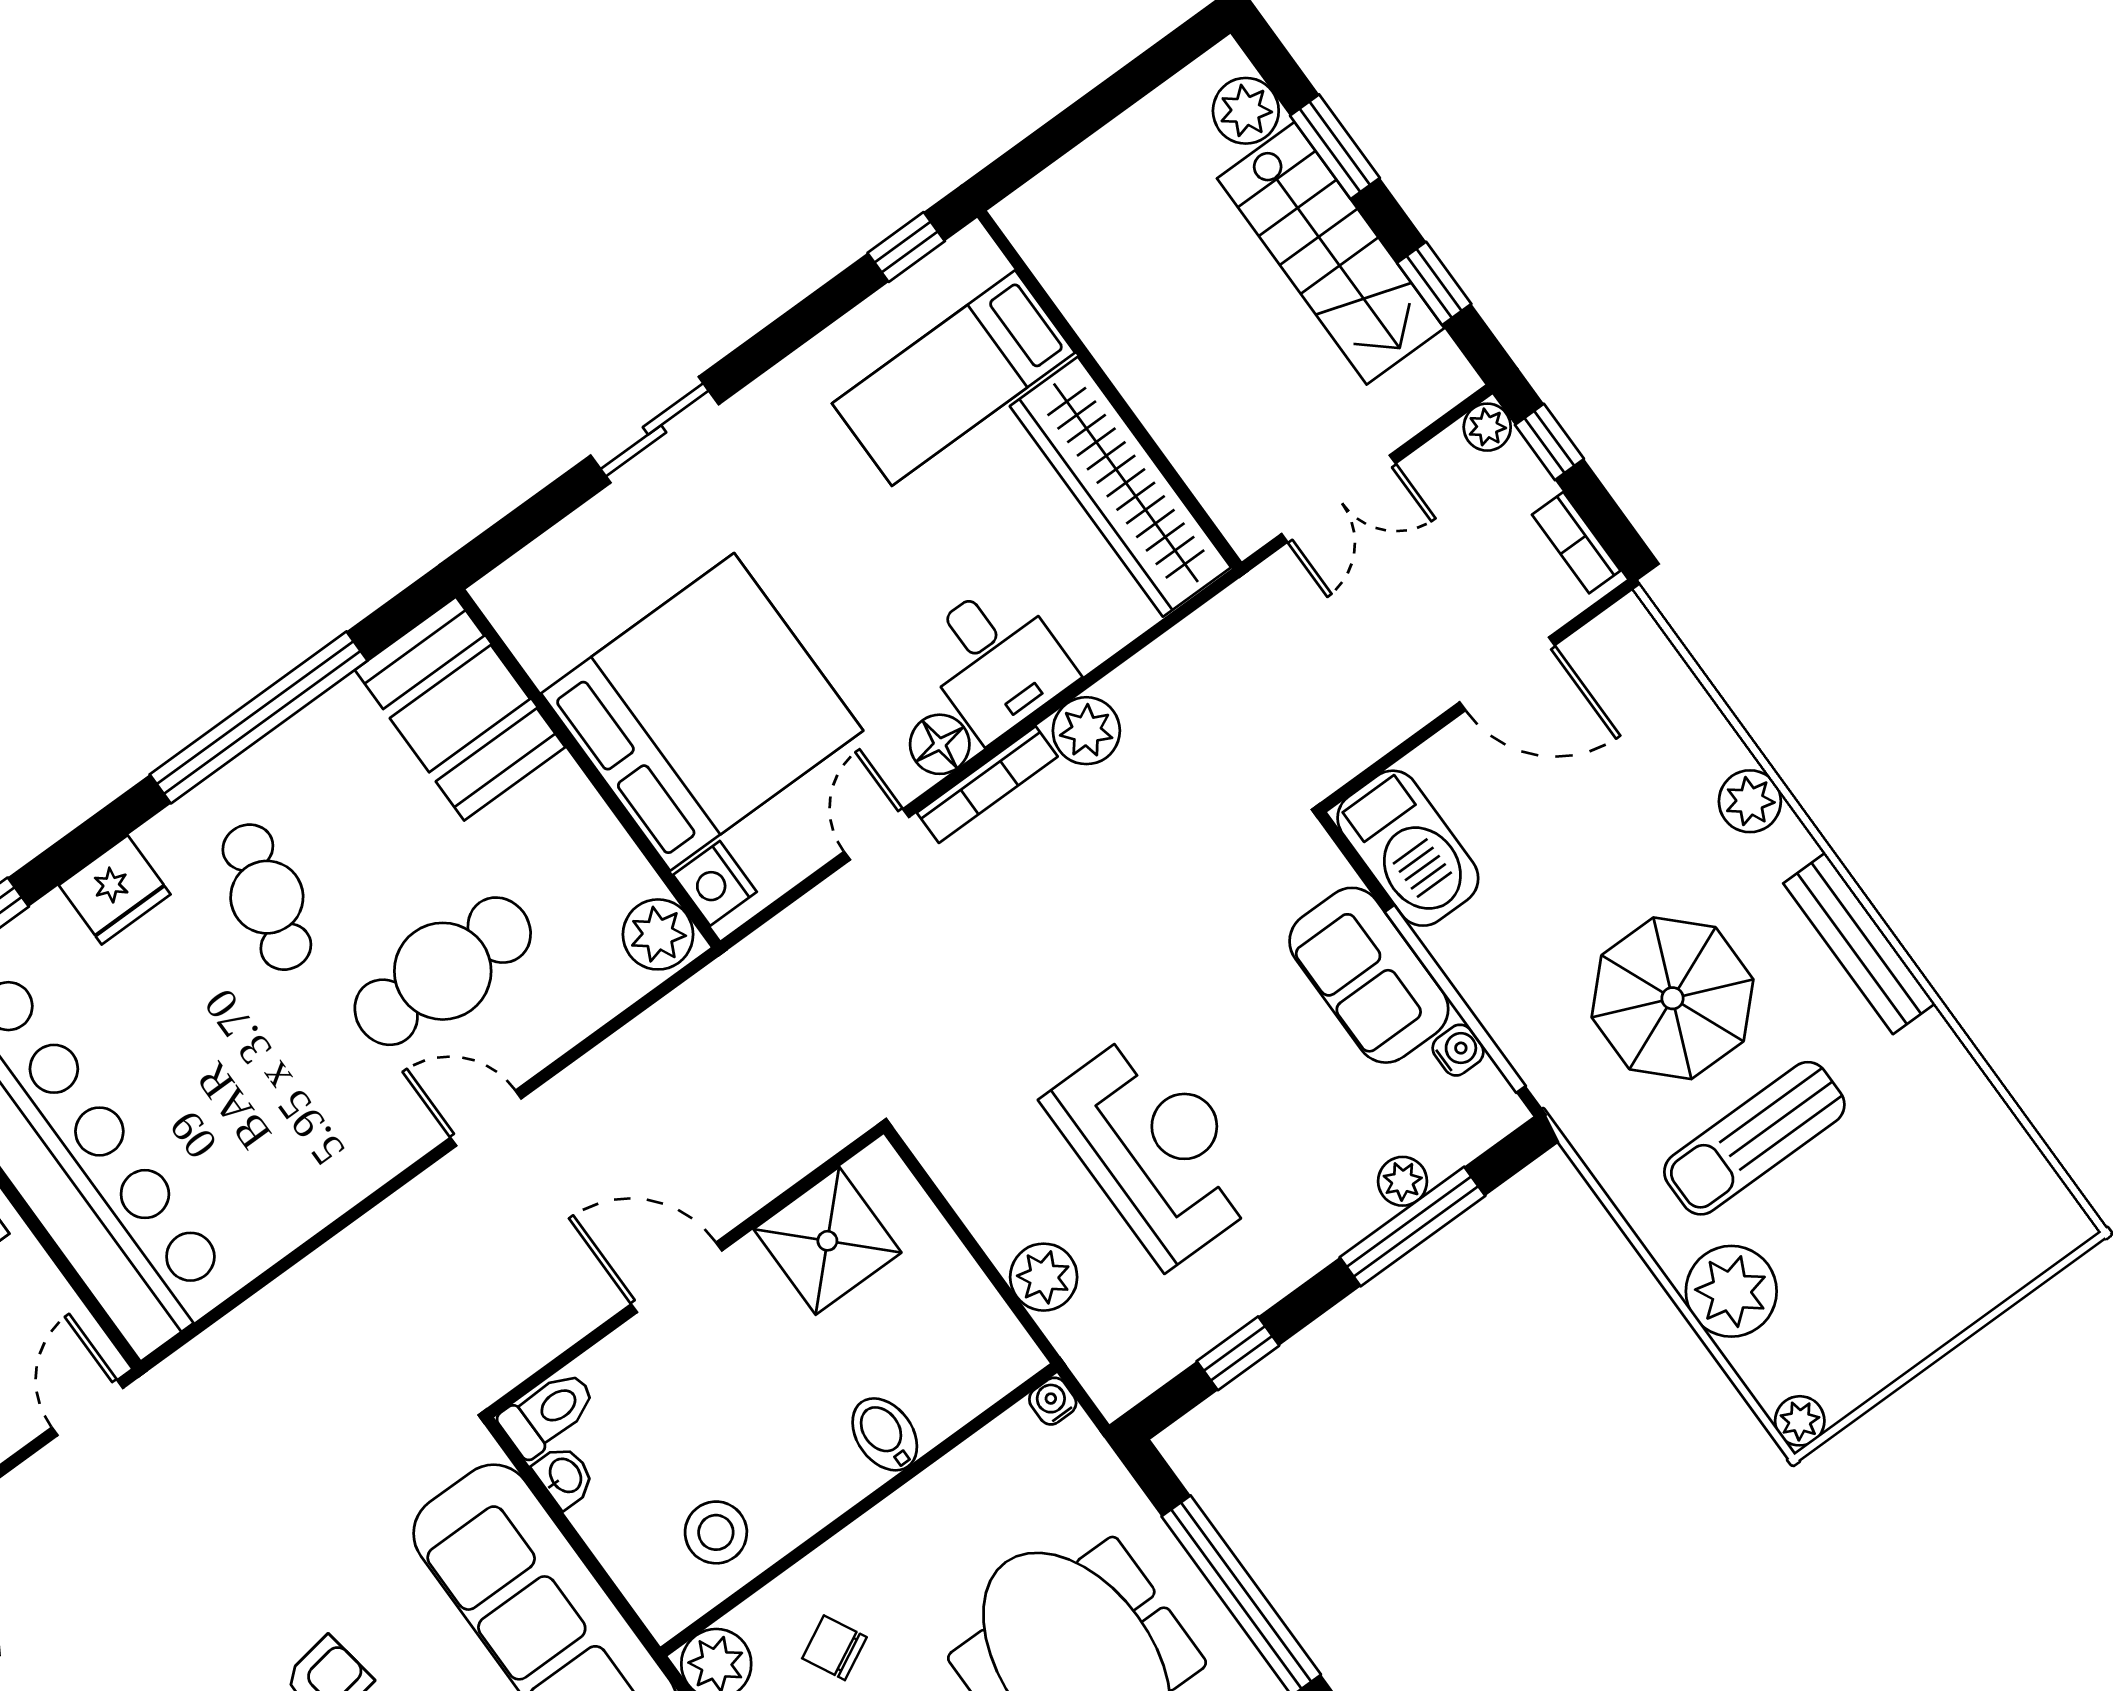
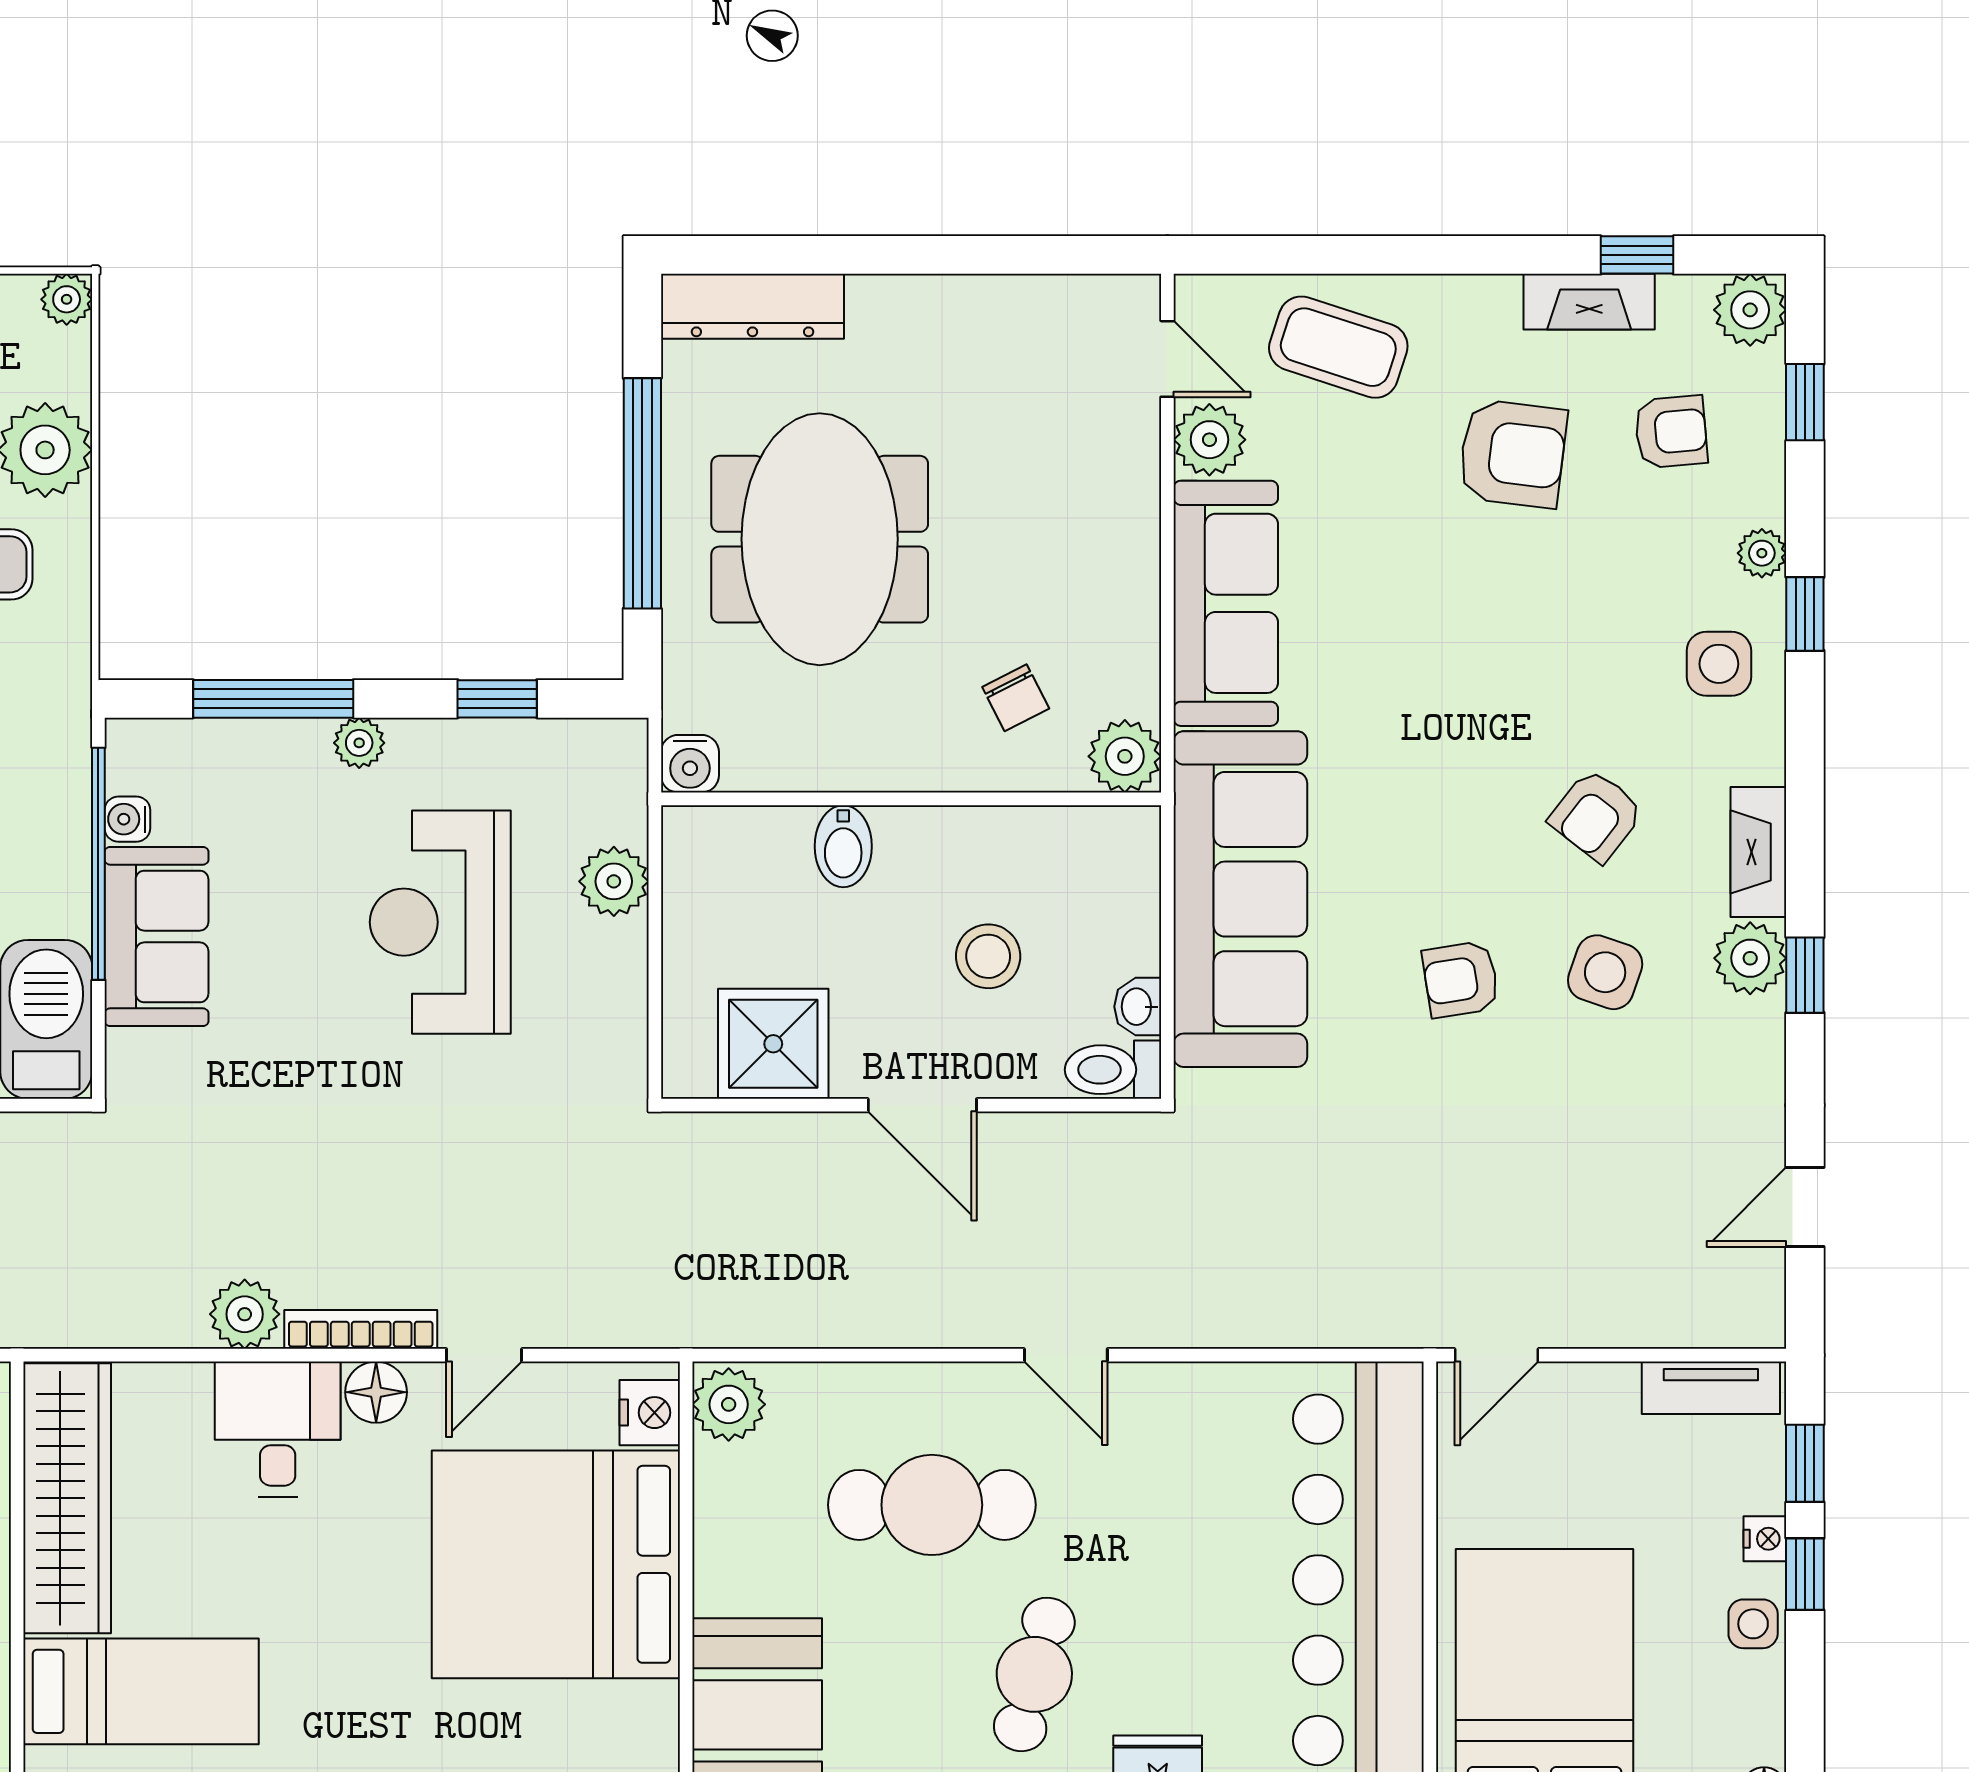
door: (486, 1118) -> (1066, 1355), moved
plant: (1403, 1181) -> (359, 743), moved
water cooler: (1053, 1401) -> (690, 764), width x1.38, depth x1.38
stool: (716, 1532) -> (988, 956), moved

